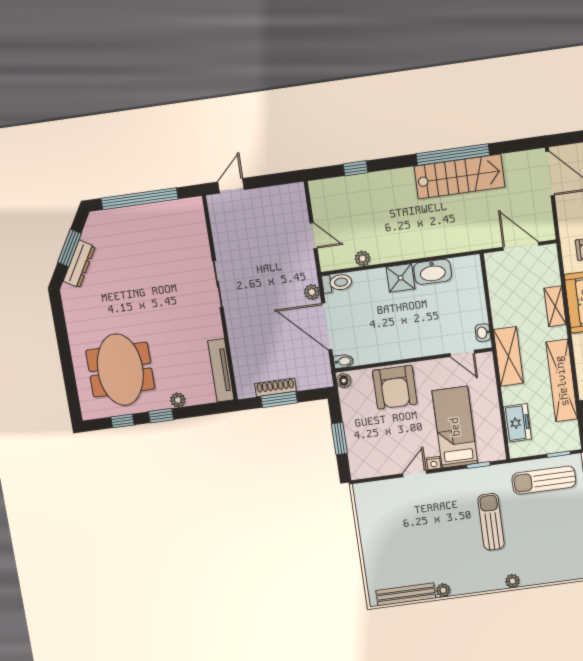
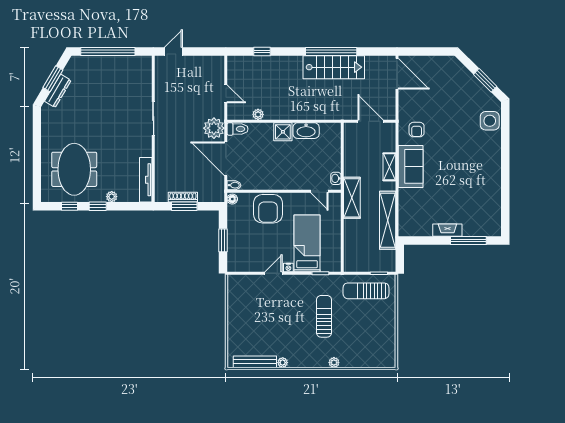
plant: (312, 292) -> (214, 128), width x1.88, depth x1.88
freezer: (517, 423) -> (352, 247), removed

